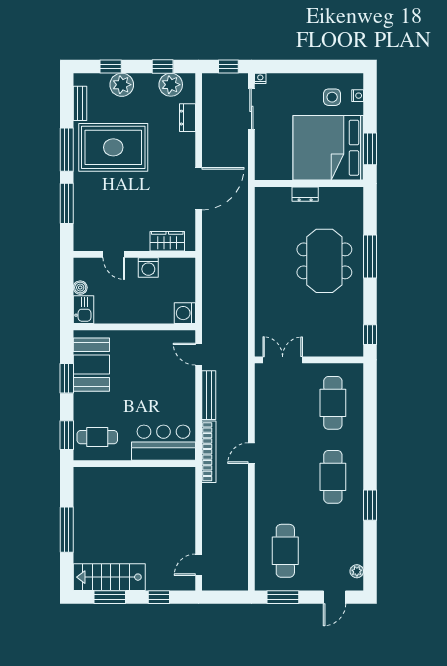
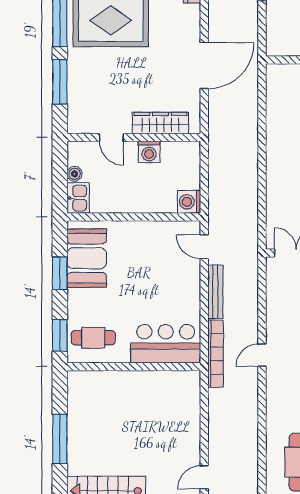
wardrobe: (167, 241) -> (161, 123), width x1.50

